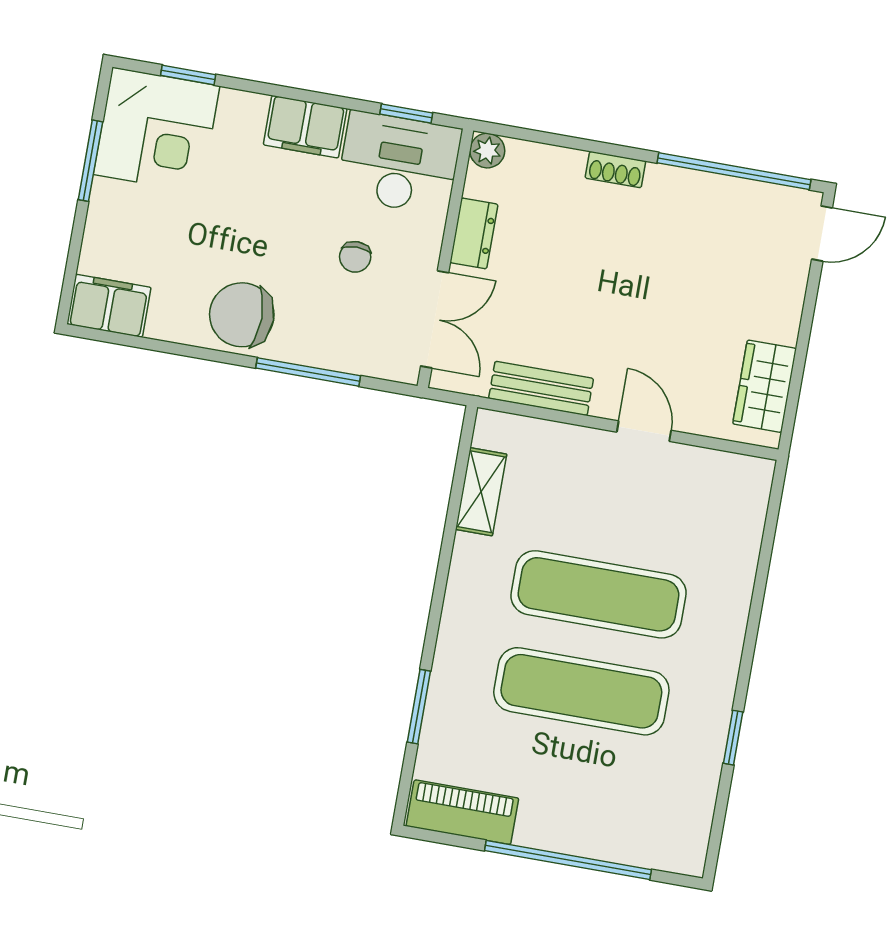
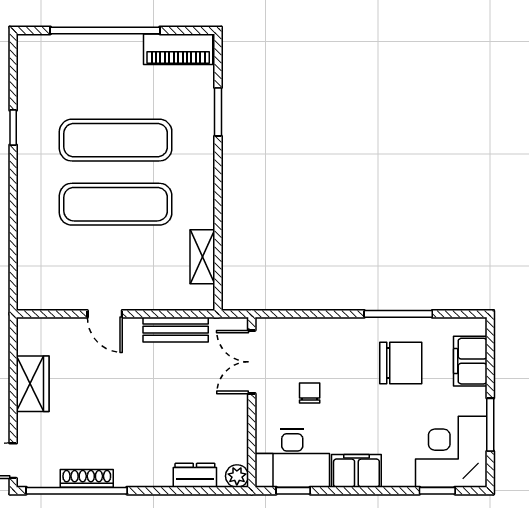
shoe rack: (615, 170) -> (87, 478), moved, width x1.43
dresser: (474, 233) -> (195, 475), moved, turned 90
filing cabinet: (109, 306) -> (470, 361), moved, turned 90
chair: (242, 315) -> (401, 363), moved
window: (308, 372) -> (398, 314), moved
wardrobe: (765, 386) -> (33, 384), moved

